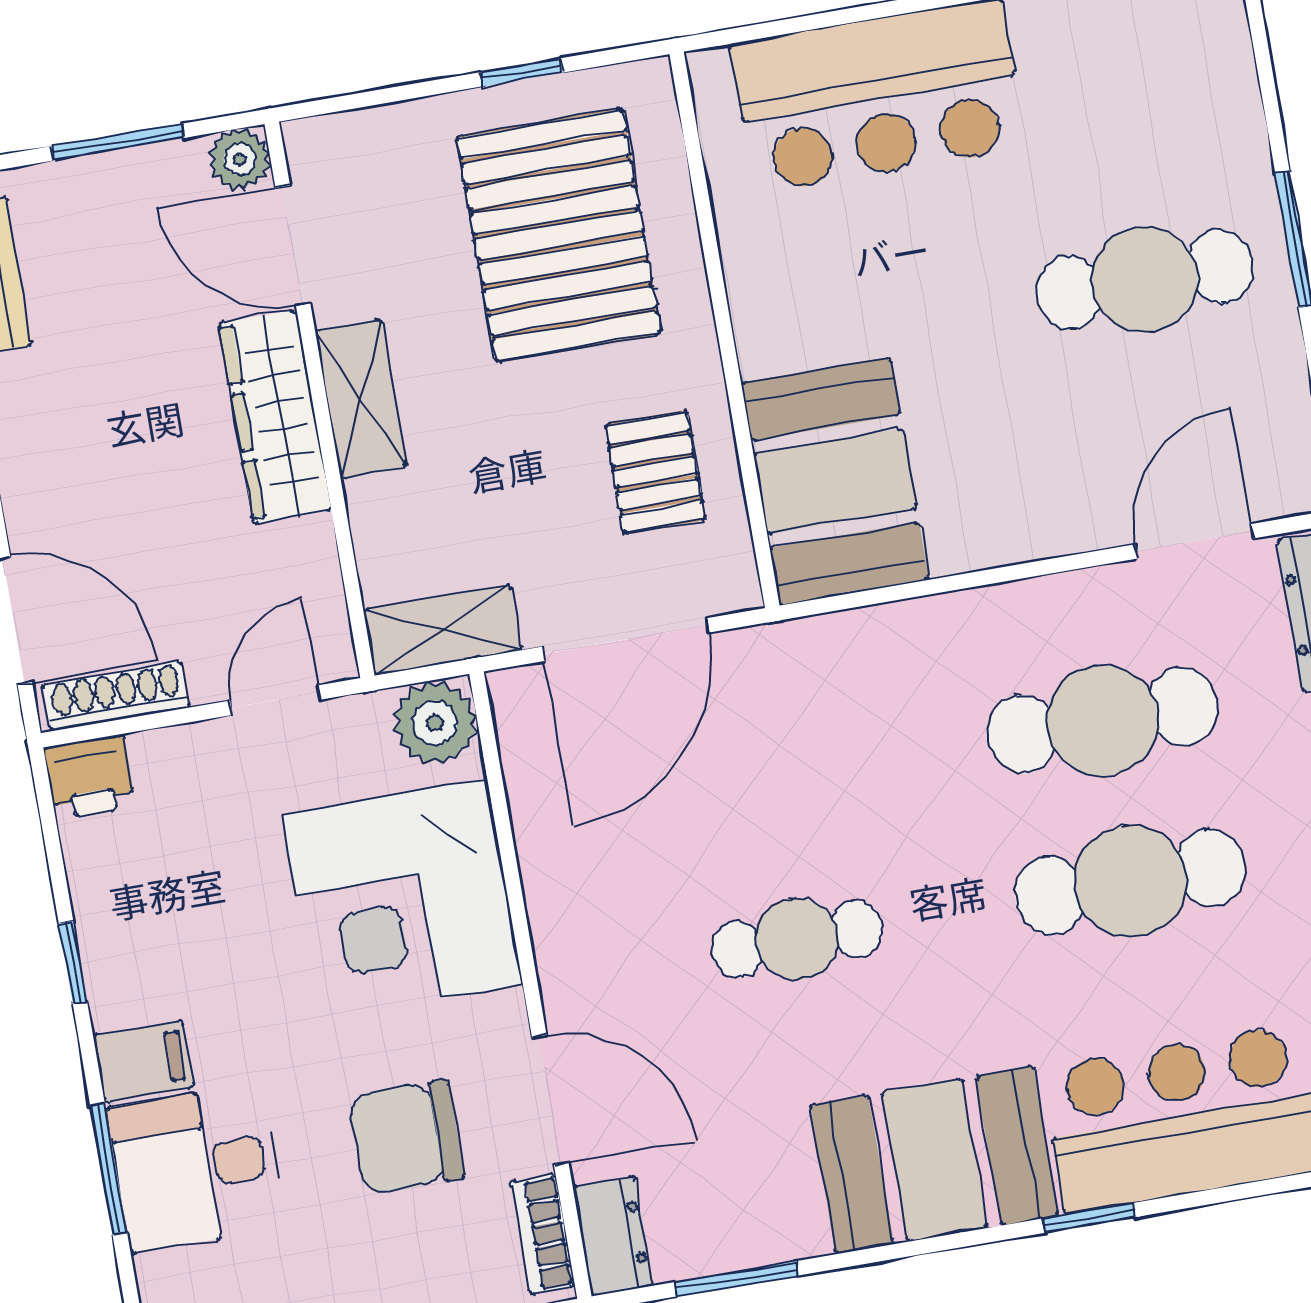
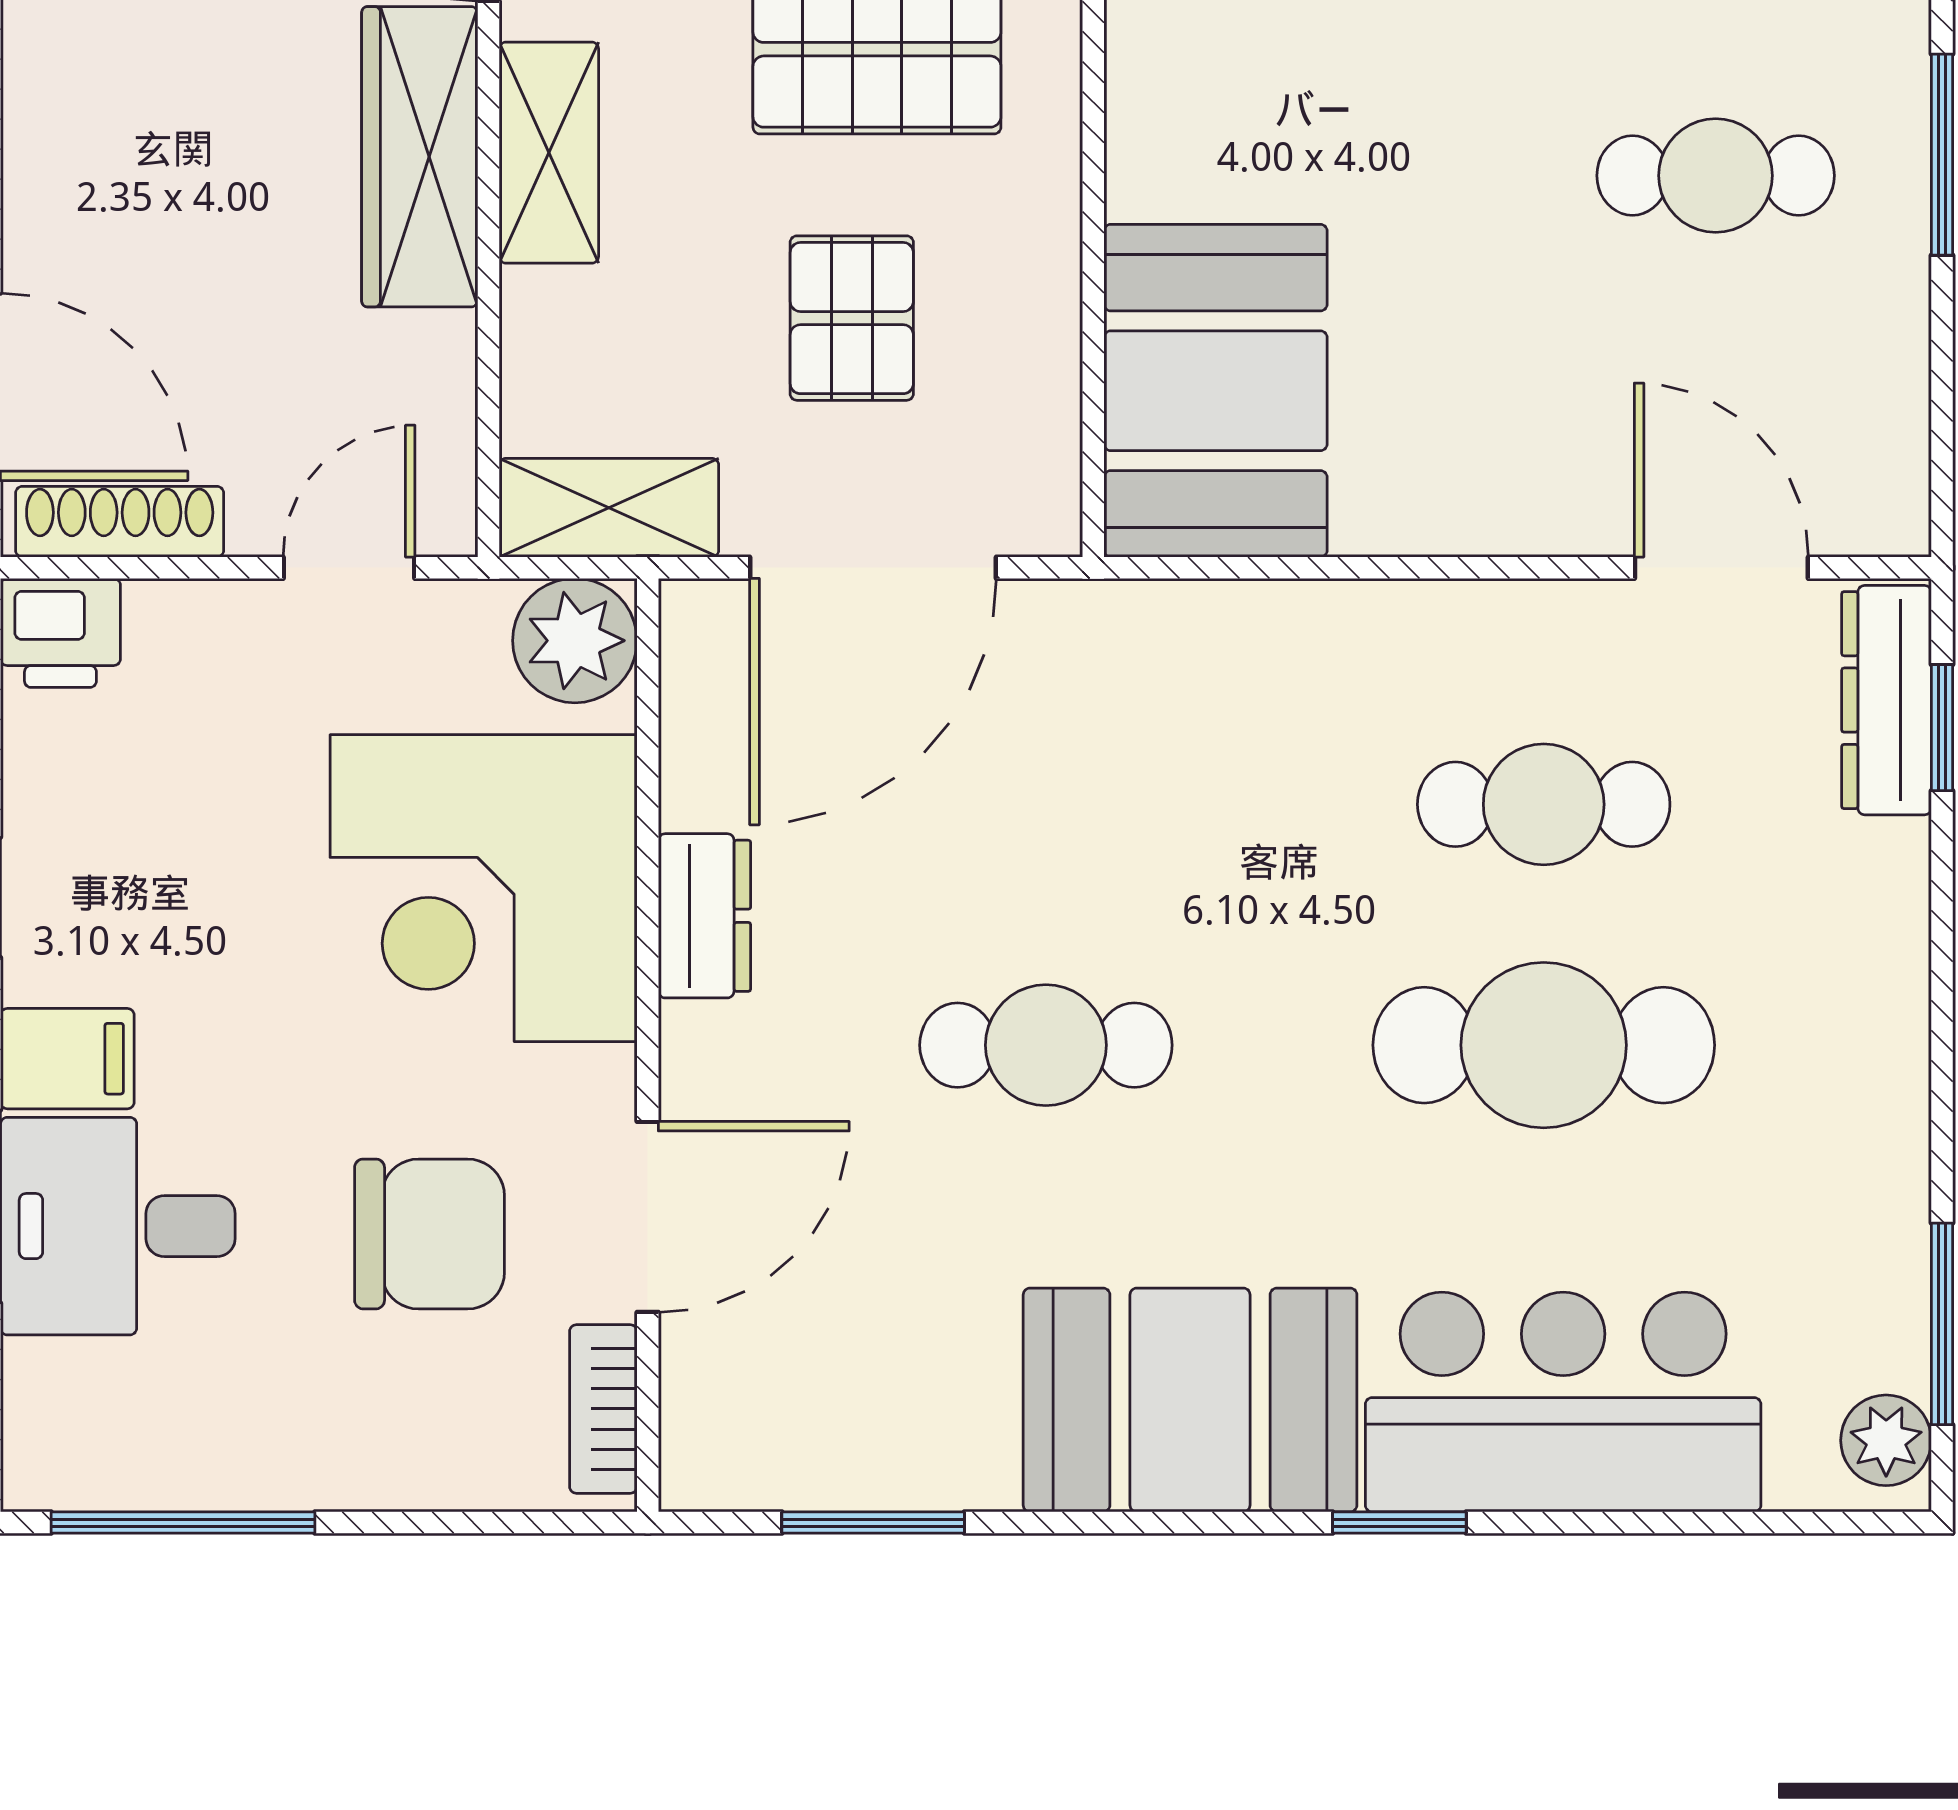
cafe table: (1145, 279) -> (1716, 176), width x0.73, depth x0.74
pallet: (655, 472) -> (852, 318), moved
door: (1194, 541) -> (1721, 568), hinge flipped
cafe table: (1102, 720) -> (1544, 804), width x0.73, depth x0.74
door: (550, 1100) -> (648, 1217), hinge flipped
chair: (406, 1137) -> (429, 1234), turned 180
dresser: (613, 1236) -> (704, 916), moved

